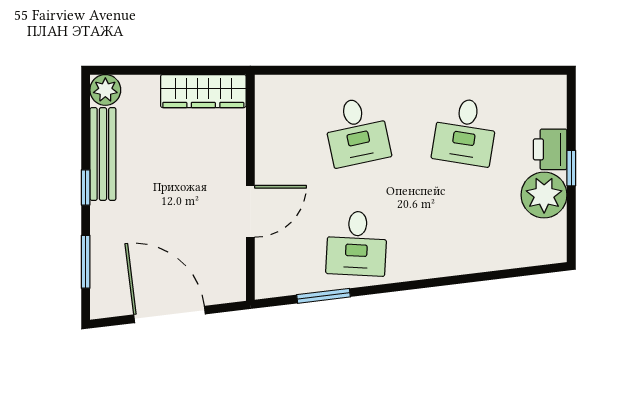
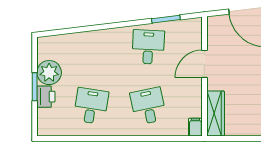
wardrobe: (203, 91) -> (216, 114), moved, turned 90
filing cabinet: (268, 92) -> (195, 127), added
window: (571, 168) -> (35, 87), width x1.50

